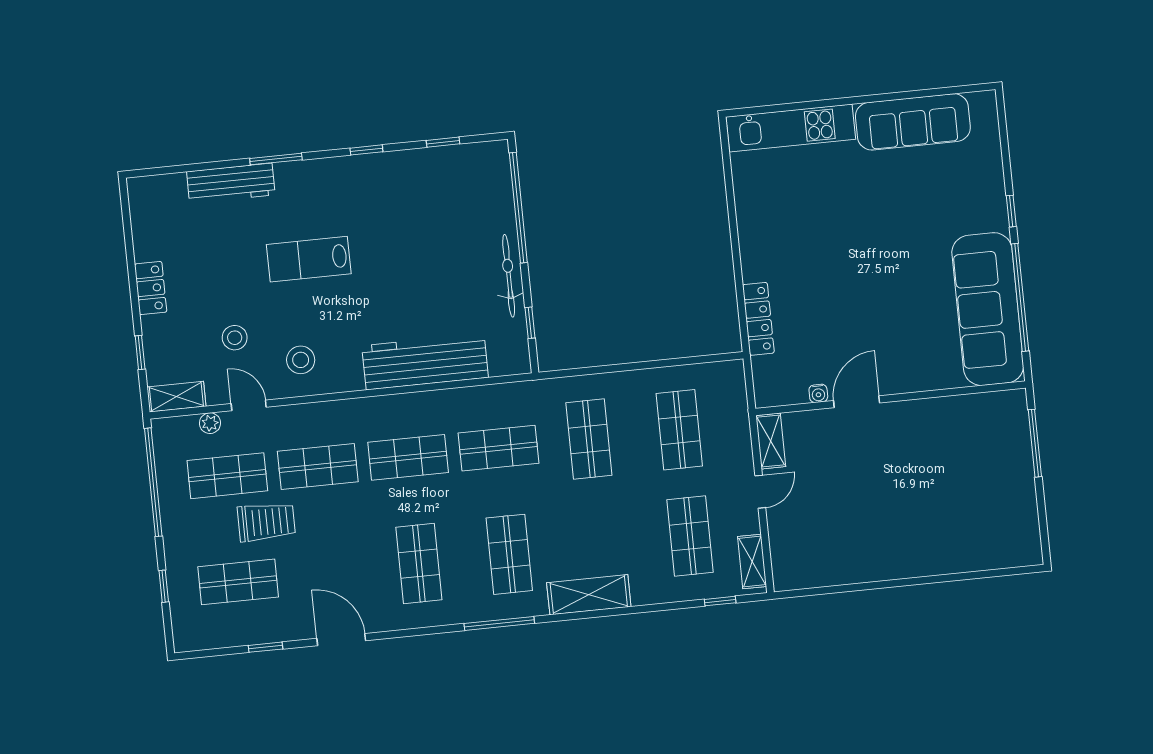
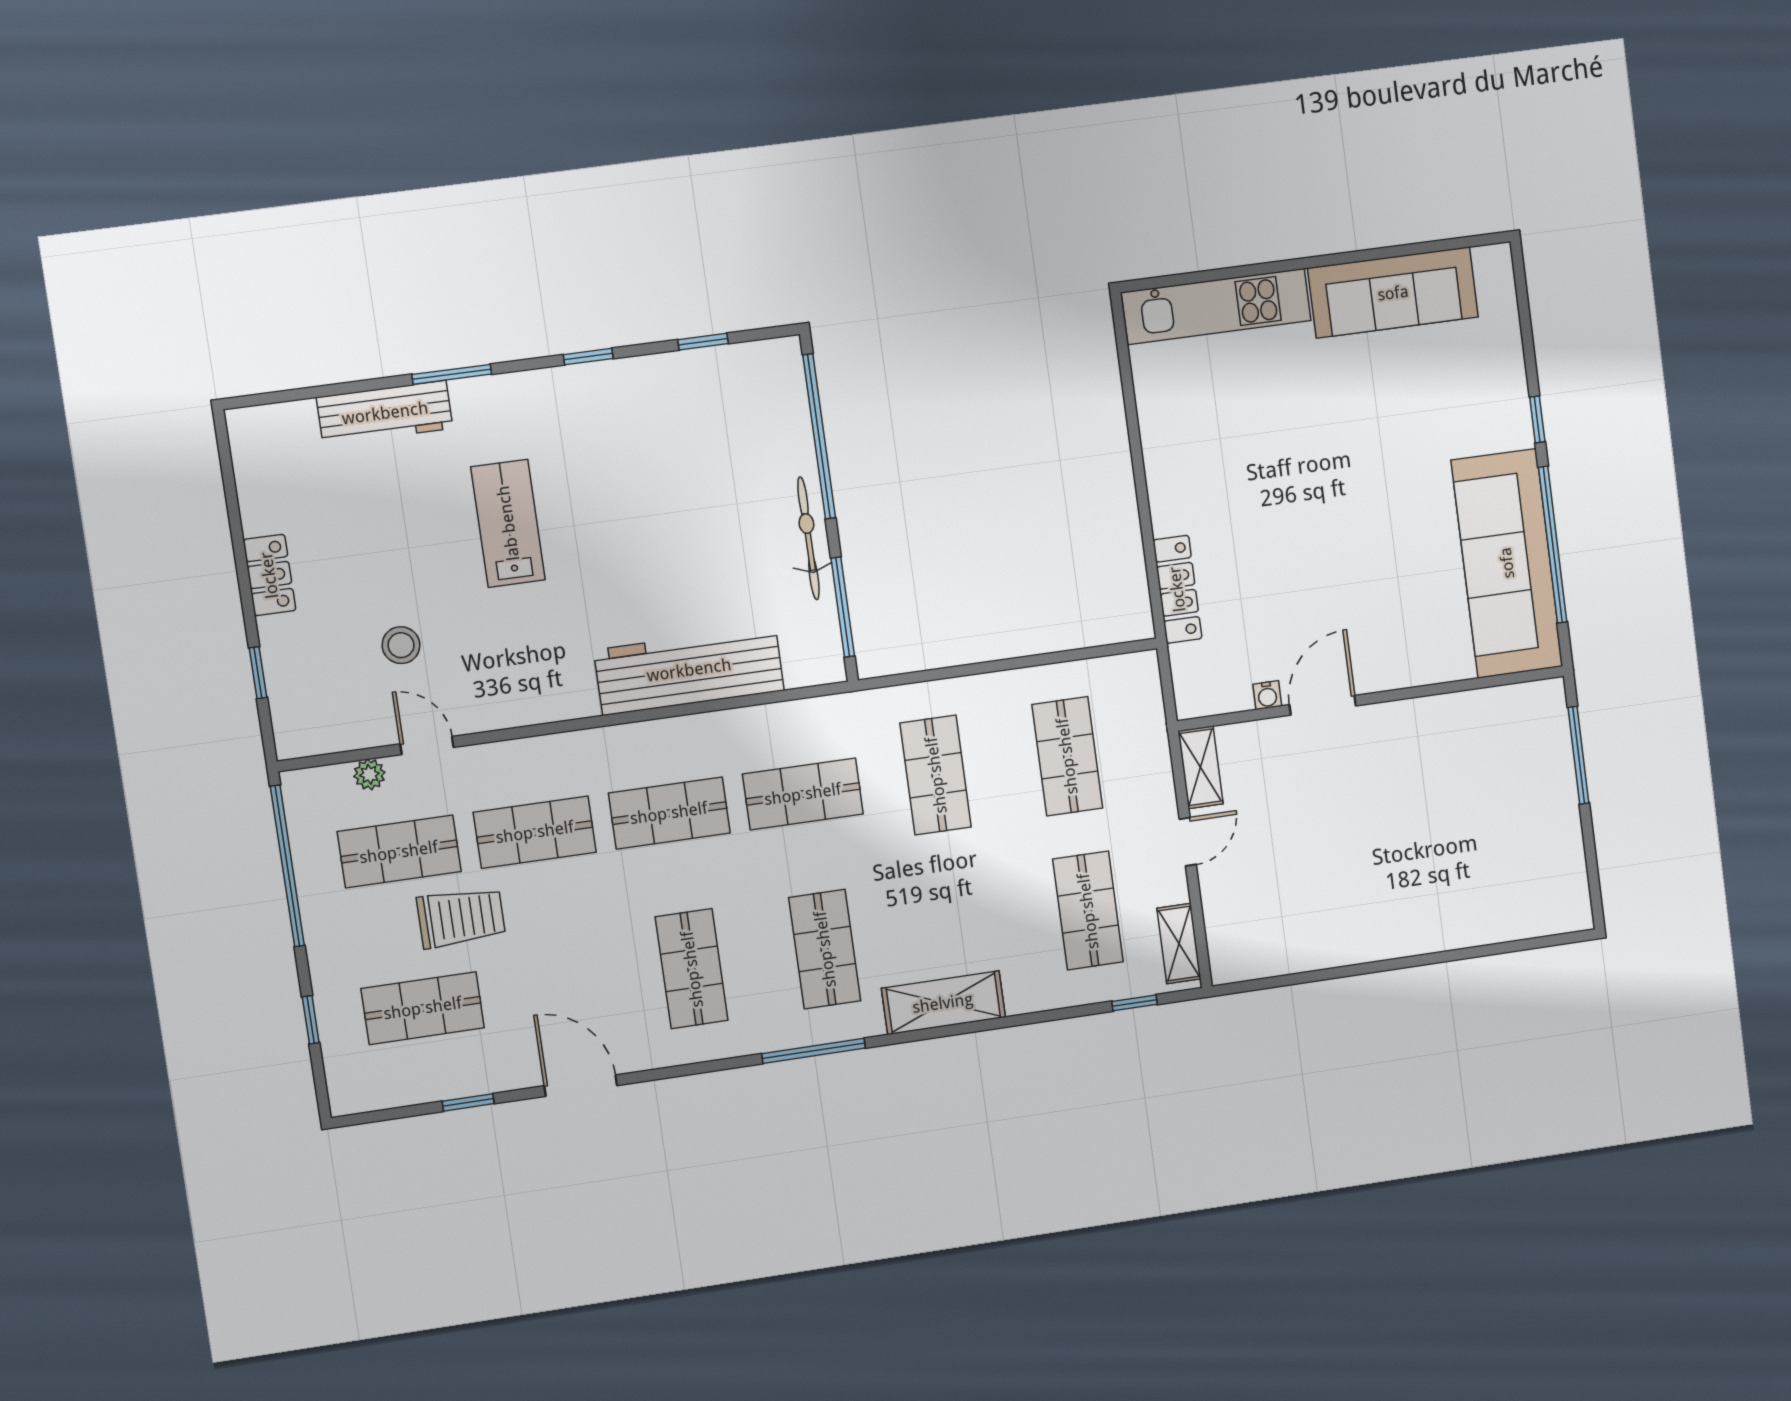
lab bench: (309, 259) -> (508, 523), turned 90
window: (530, 323) -> (843, 607), width x2.17
stool: (301, 360) -> (502, 675), removed
shelving: (176, 397) -> (317, 737), removed

